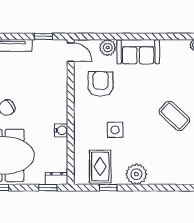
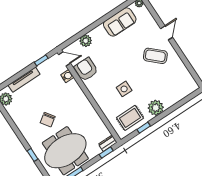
sofa: (138, 52) -> (120, 22), moved
armchair: (101, 84) -> (86, 69), moved
water cooler: (61, 130) -> (67, 76), moved
rug: (100, 167) -> (130, 118), turned 90

